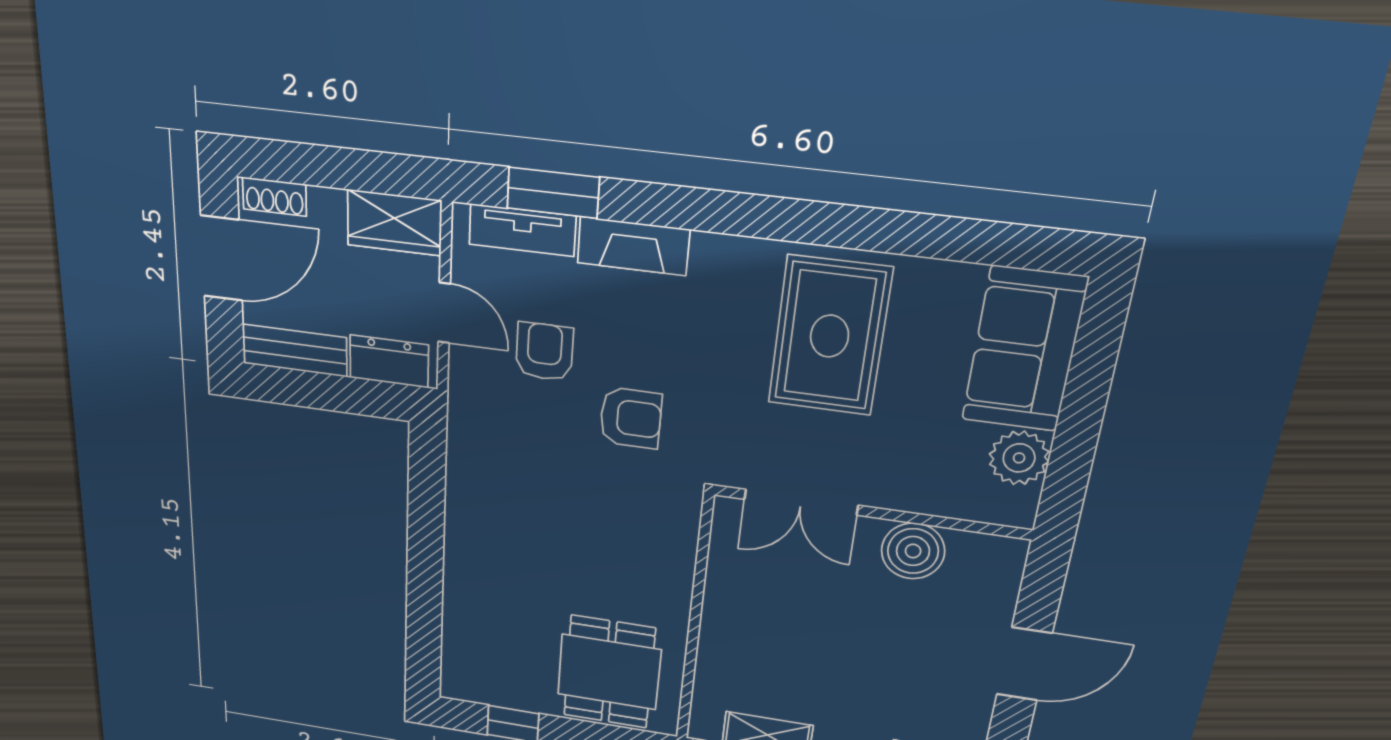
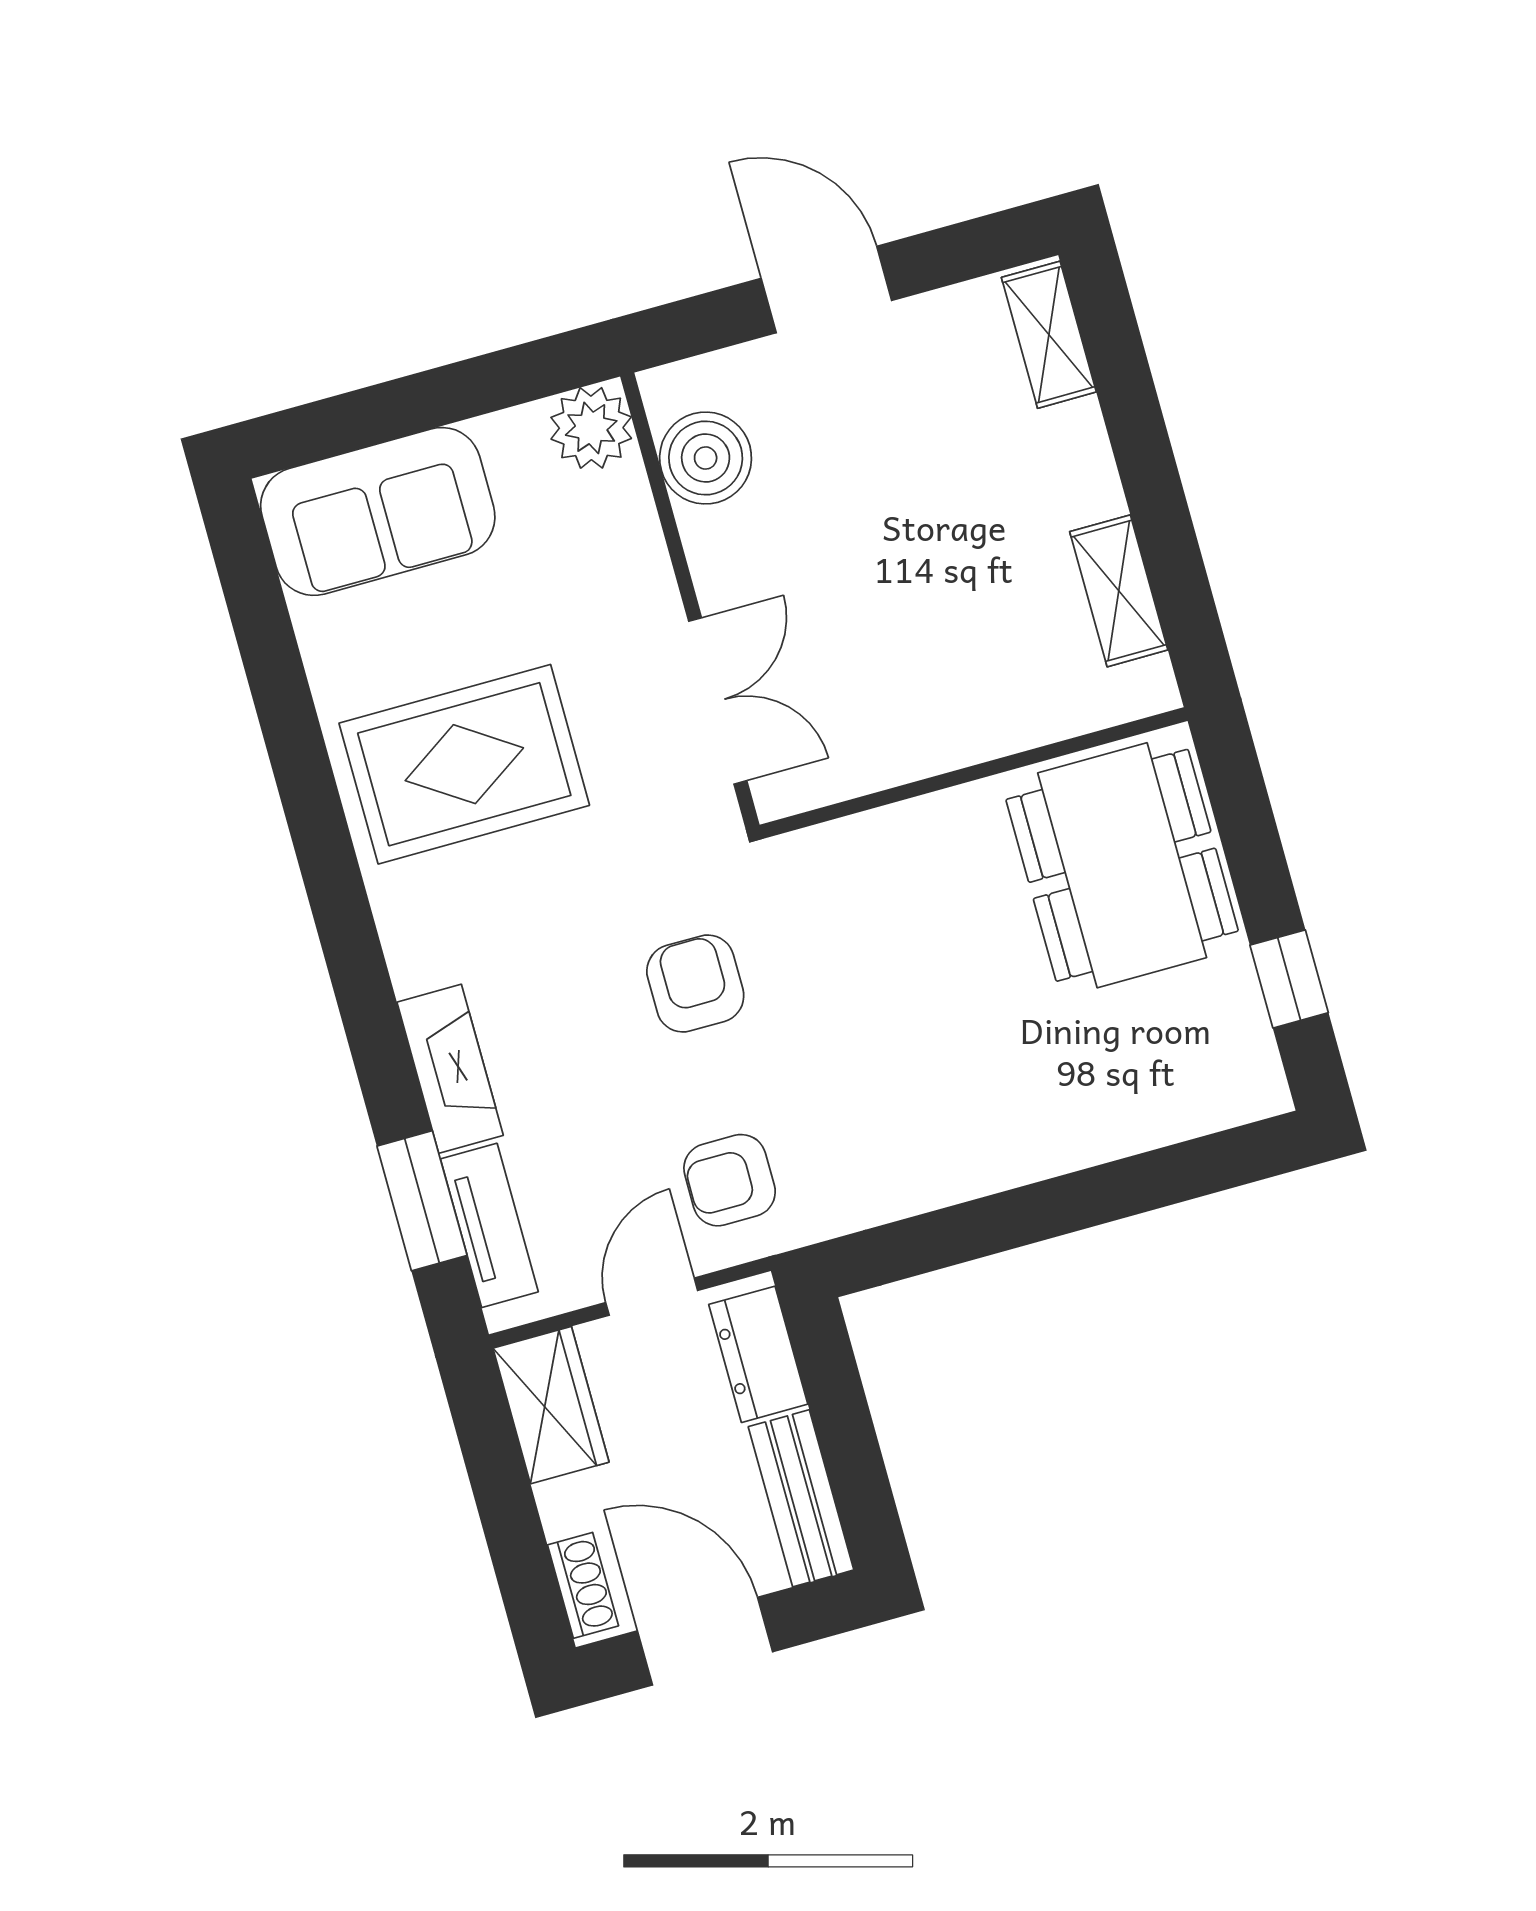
armchair: (544, 352) -> (730, 1180), moved
plant: (1019, 458) -> (591, 428), moved
boiler: (913, 551) -> (706, 458), moved
dining table: (609, 672) -> (1122, 865), width x1.38

